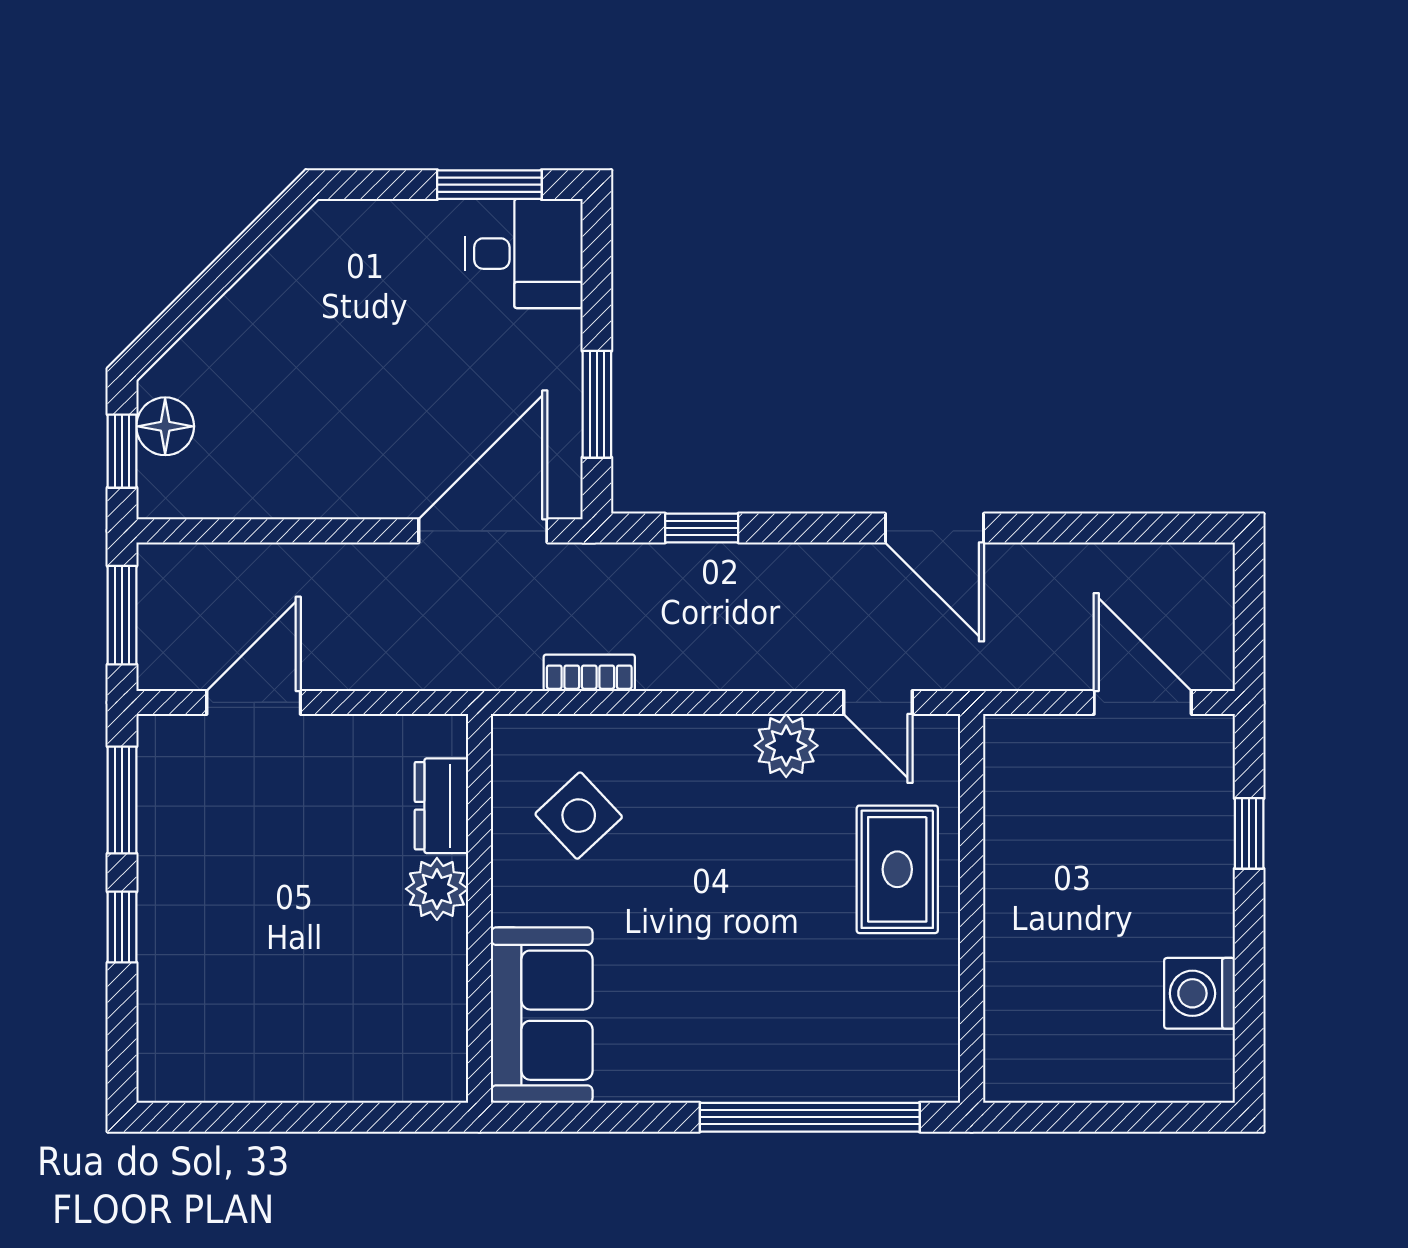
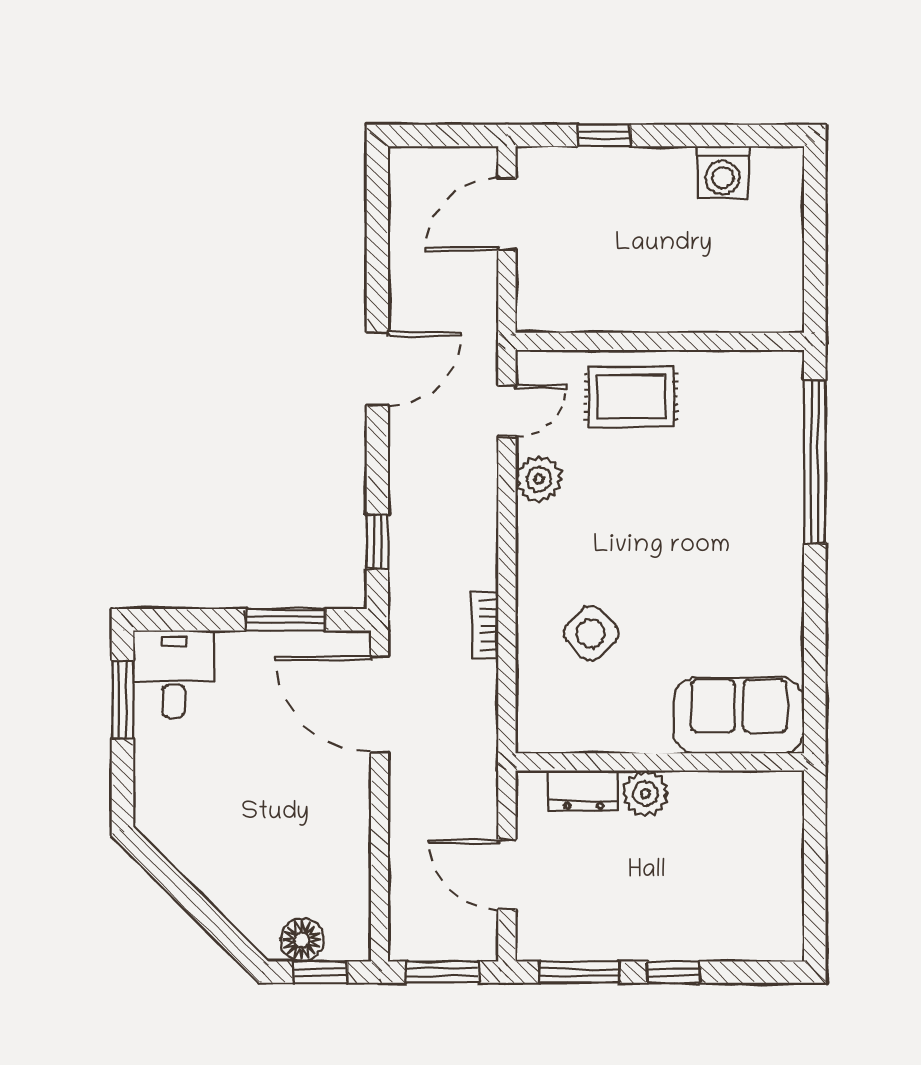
dresser: (441, 806) -> (584, 790), moved
plant: (437, 889) -> (645, 794), moved
wall: (480, 908) -> (660, 762), moved
sofa: (542, 1015) -> (739, 716), moved

